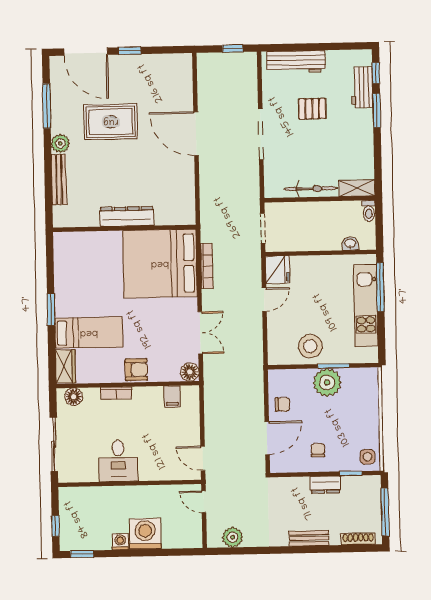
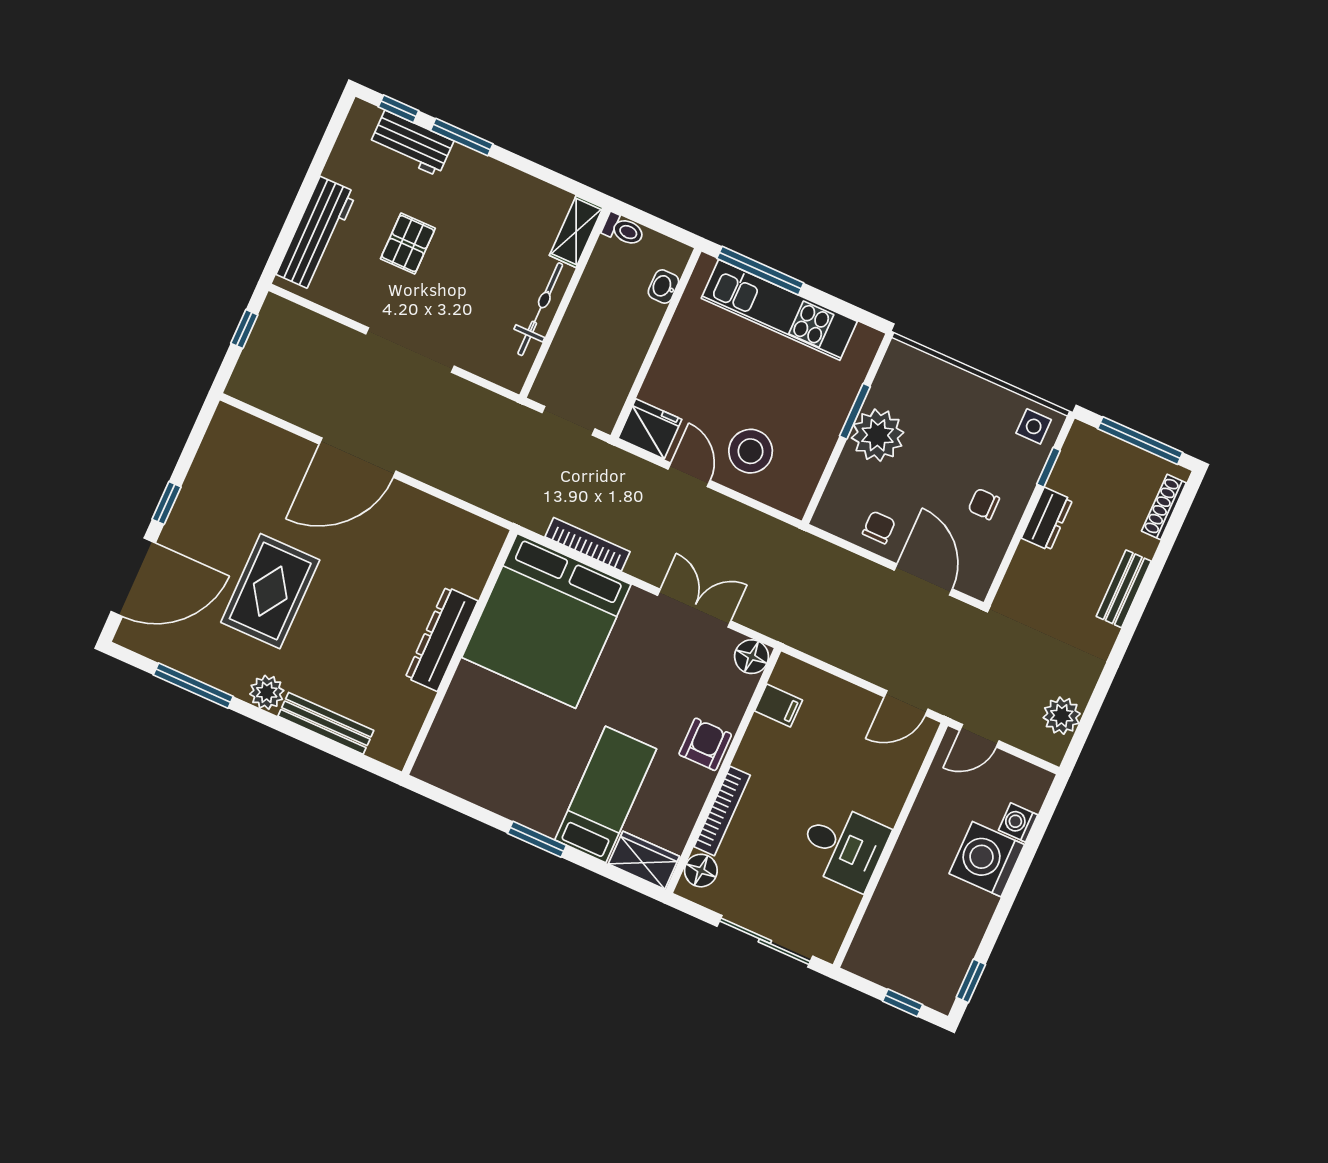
stool: (310, 346) -> (751, 451), moved
bookcase: (116, 393) -> (722, 811), width x1.56
washing machine: (120, 542) -> (1018, 822), moved

